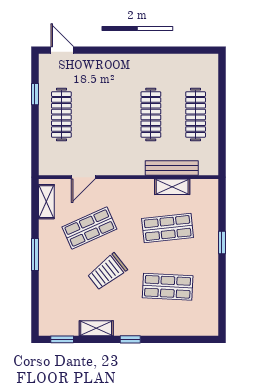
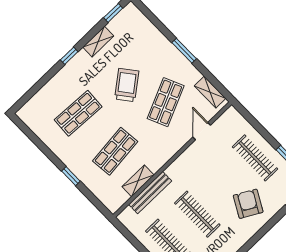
armchair: (102, 83) -> (248, 204), added

